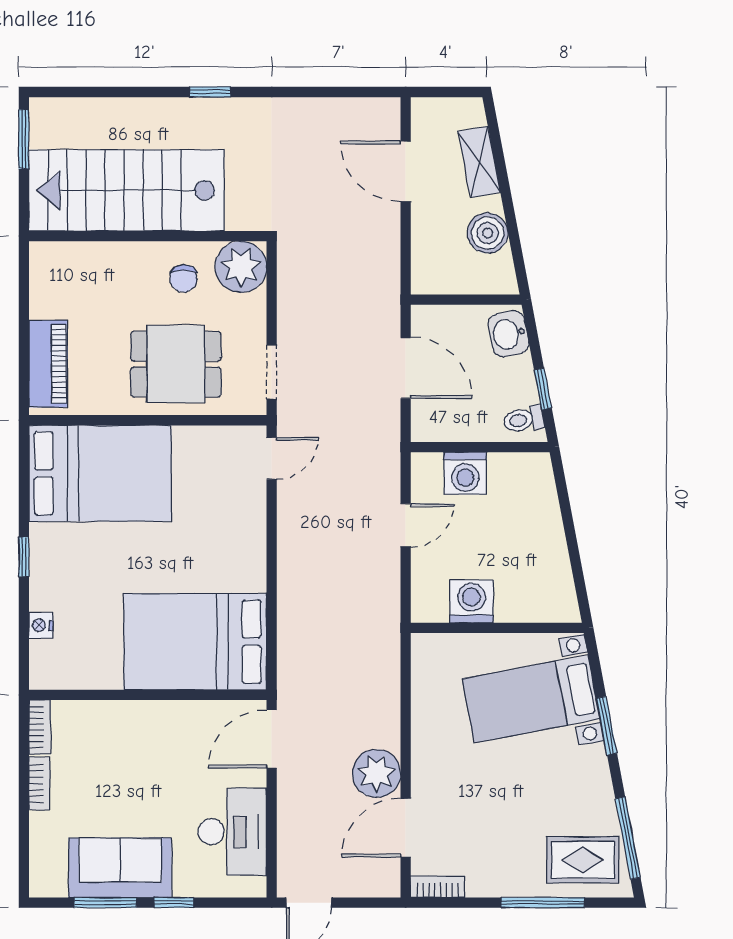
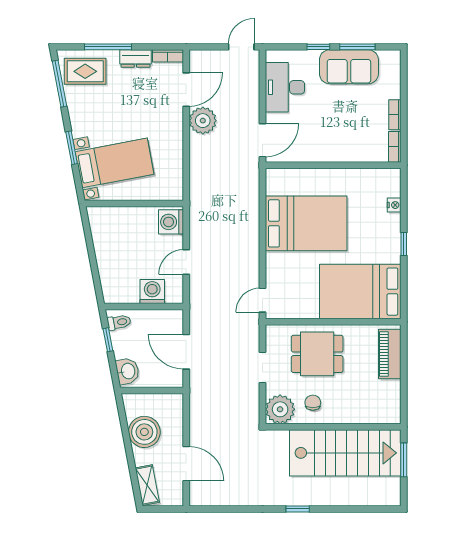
window: (24, 139) -> (404, 460), moved
shelving: (479, 162) -> (147, 485), moved
boiler: (488, 233) -> (144, 432), width x1.37, depth x1.37
doorway: (272, 372) -> (263, 368), moved
washing machine: (472, 601) -> (171, 222), moved, turned 90
bed: (195, 642) -> (306, 223), moved
dresser: (495, 882) -> (135, 59), added

